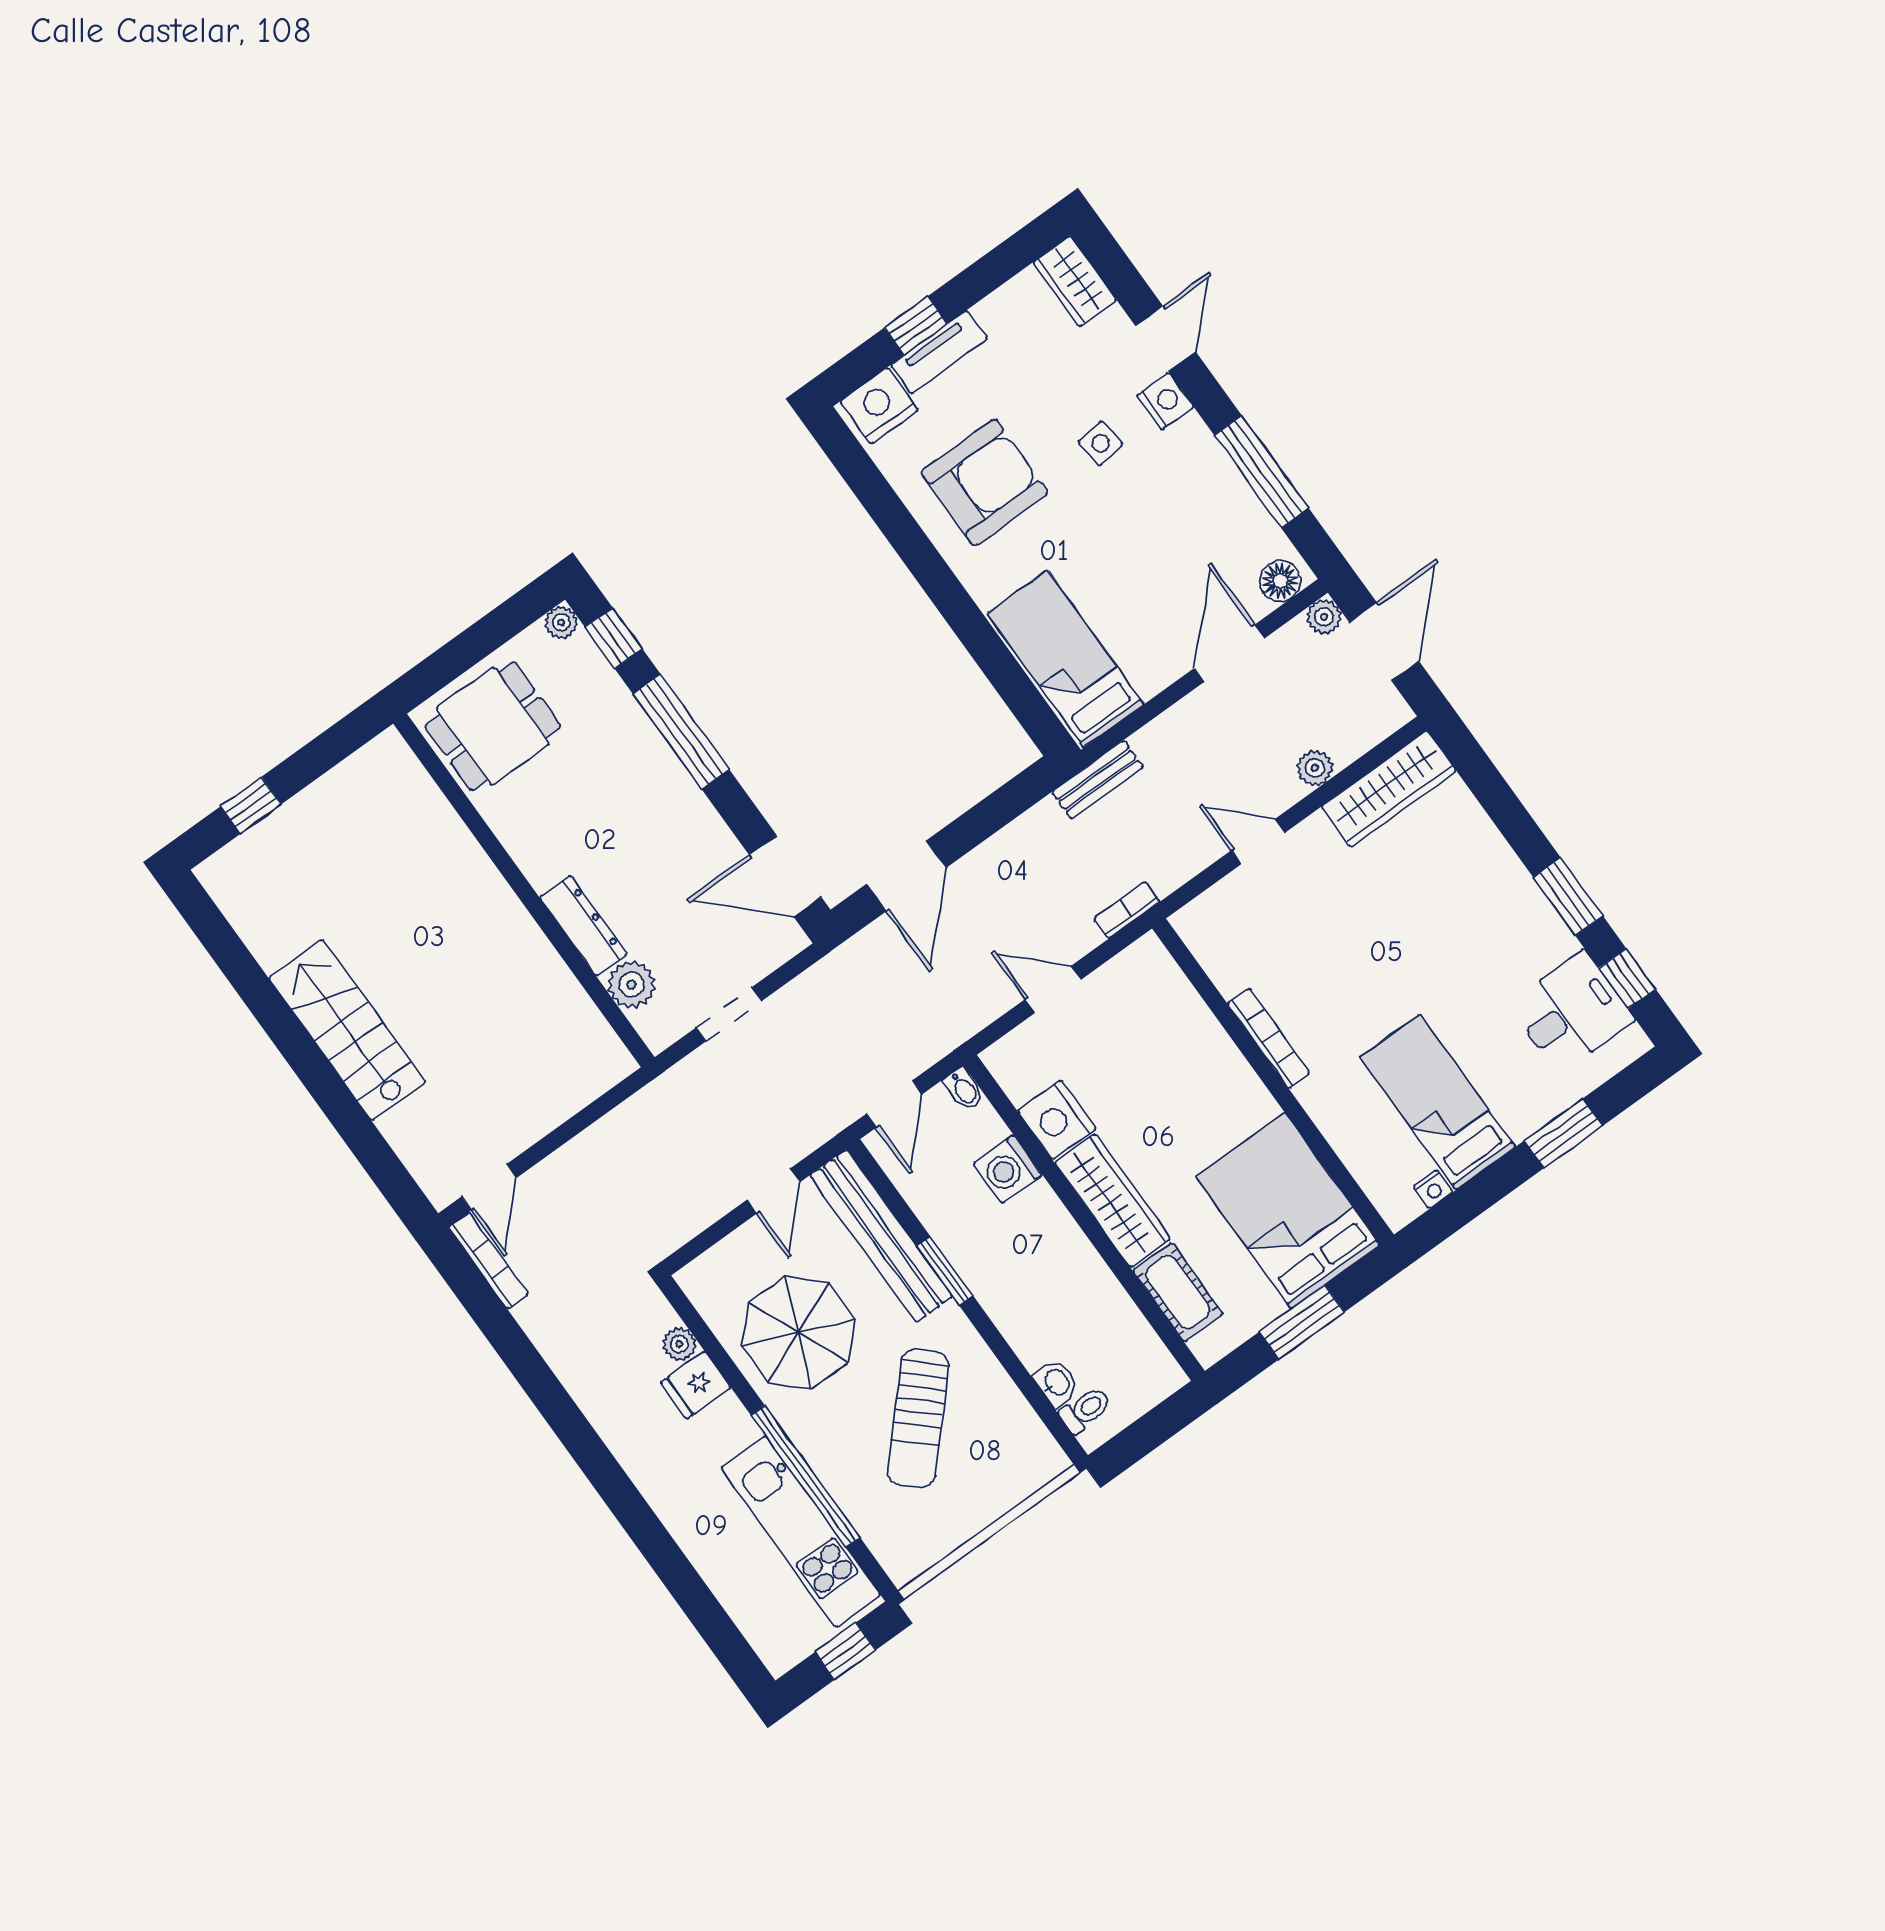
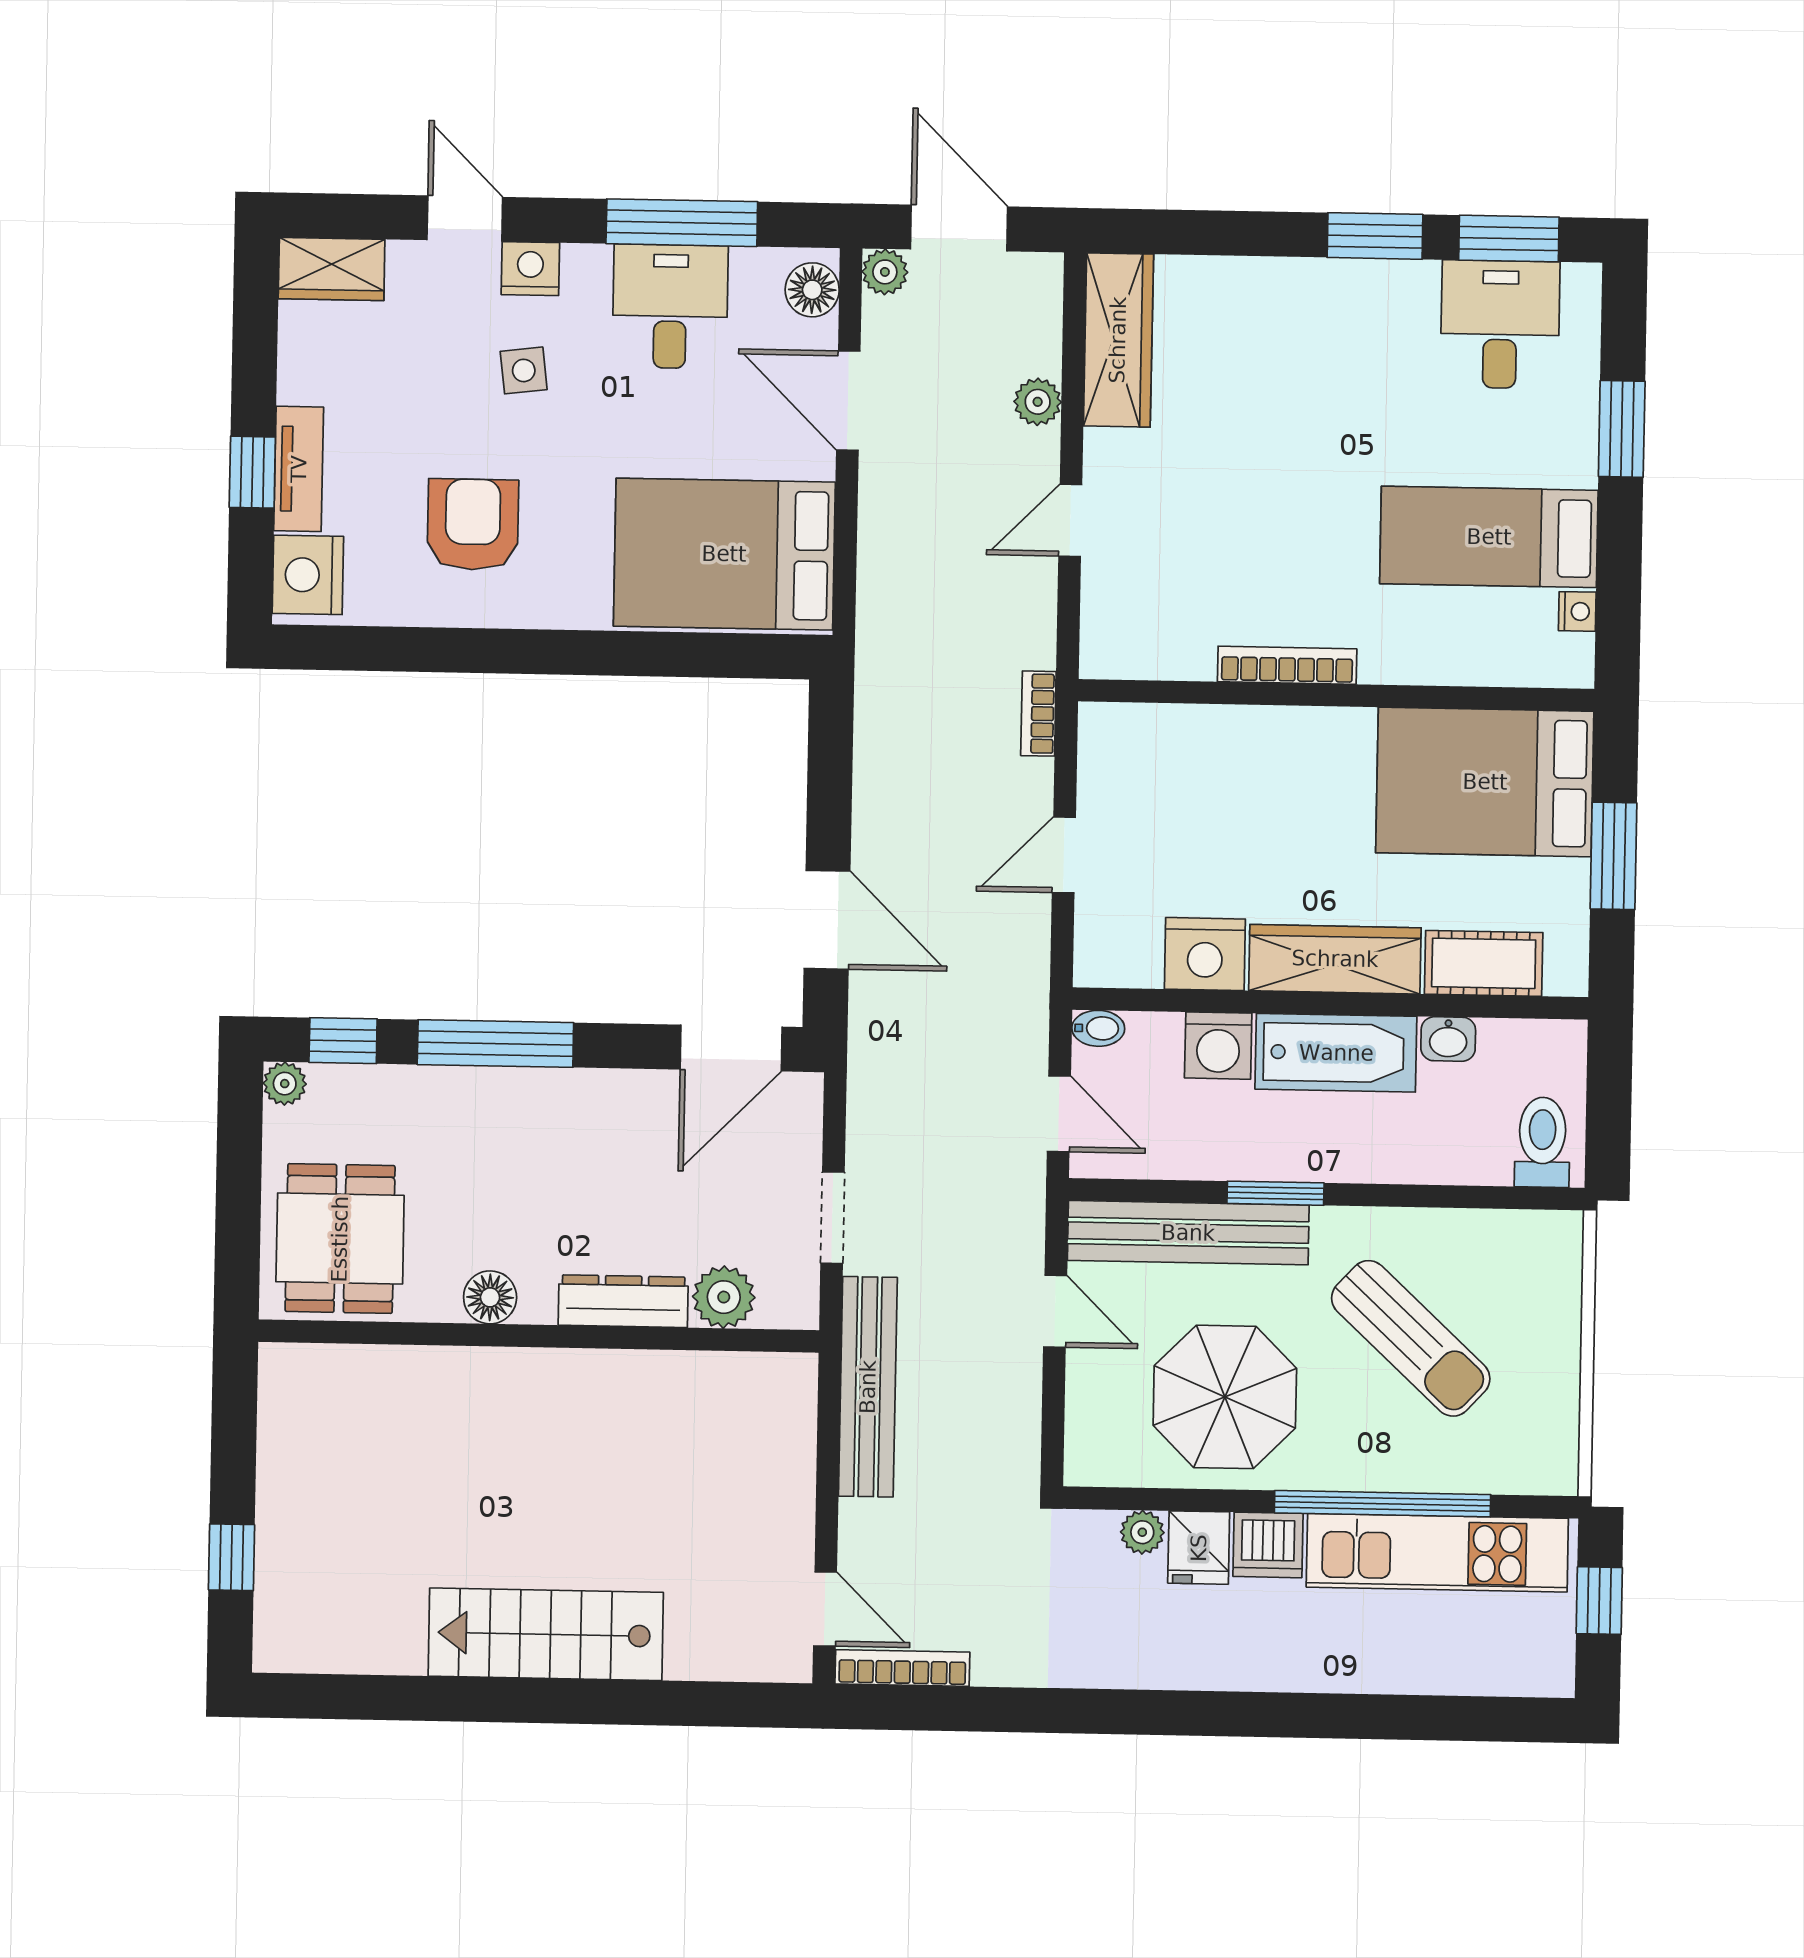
armchair: (984, 482) -> (473, 524), width x0.73, depth x0.73
desk: (1206, 503) -> (670, 306), added
bed: (1066, 659) -> (724, 554), width x1.50
bench: (1098, 780) -> (868, 1387), moved, width x1.86, depth x1.21
floor lamp: (525, 843) -> (490, 1297), added
window: (1627, 979) -> (1509, 239), width x1.50
bathtub: (1057, 1244) -> (1336, 1053), added
washbasin: (1056, 1383) -> (1448, 1039), moved, turned 180
toilet: (1085, 1410) -> (1542, 1142), width x1.37, depth x1.39
dishwasher: (729, 1426) -> (1268, 1545), added

